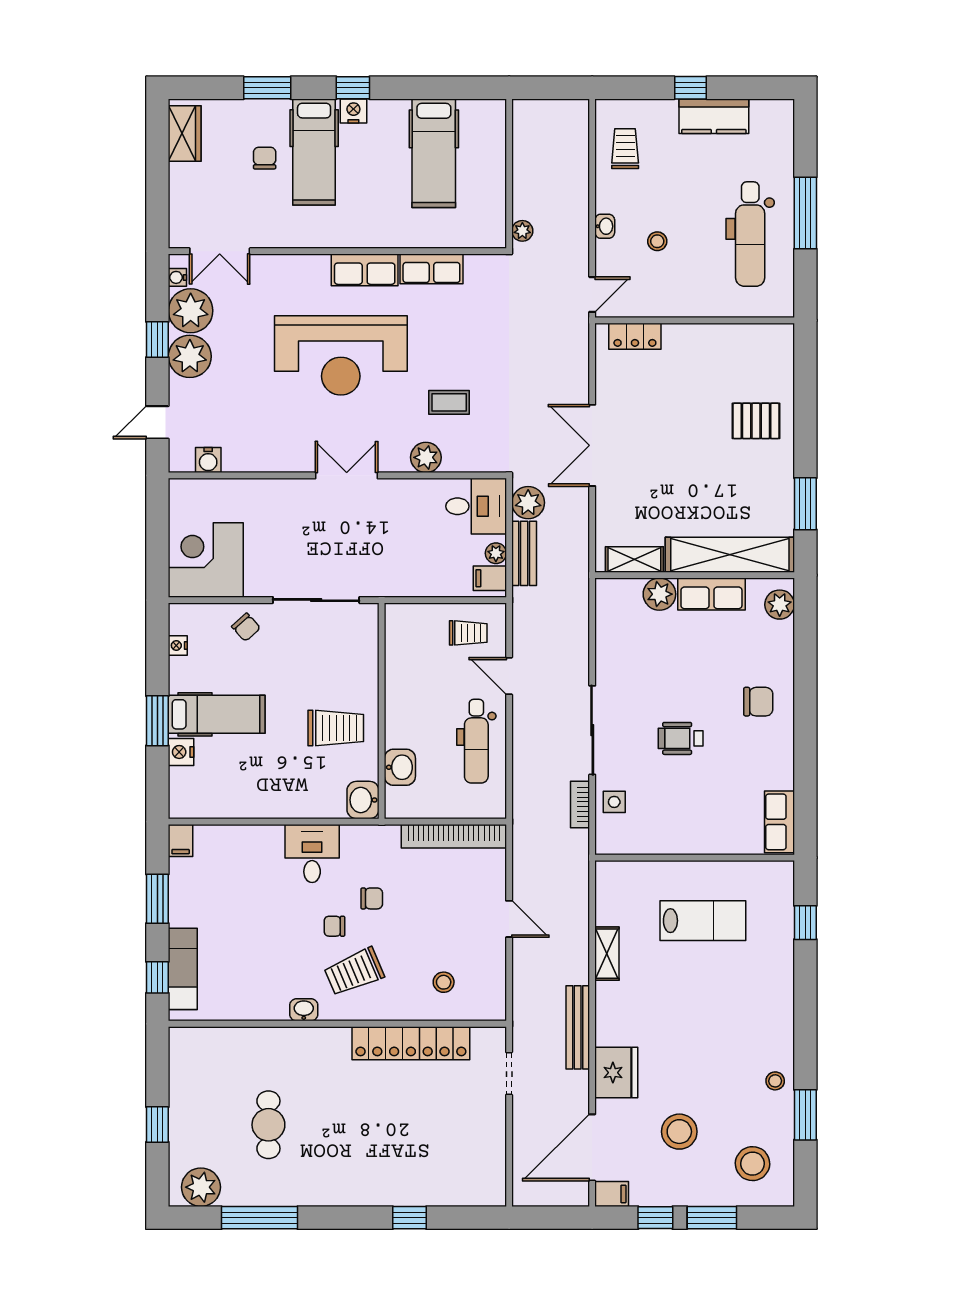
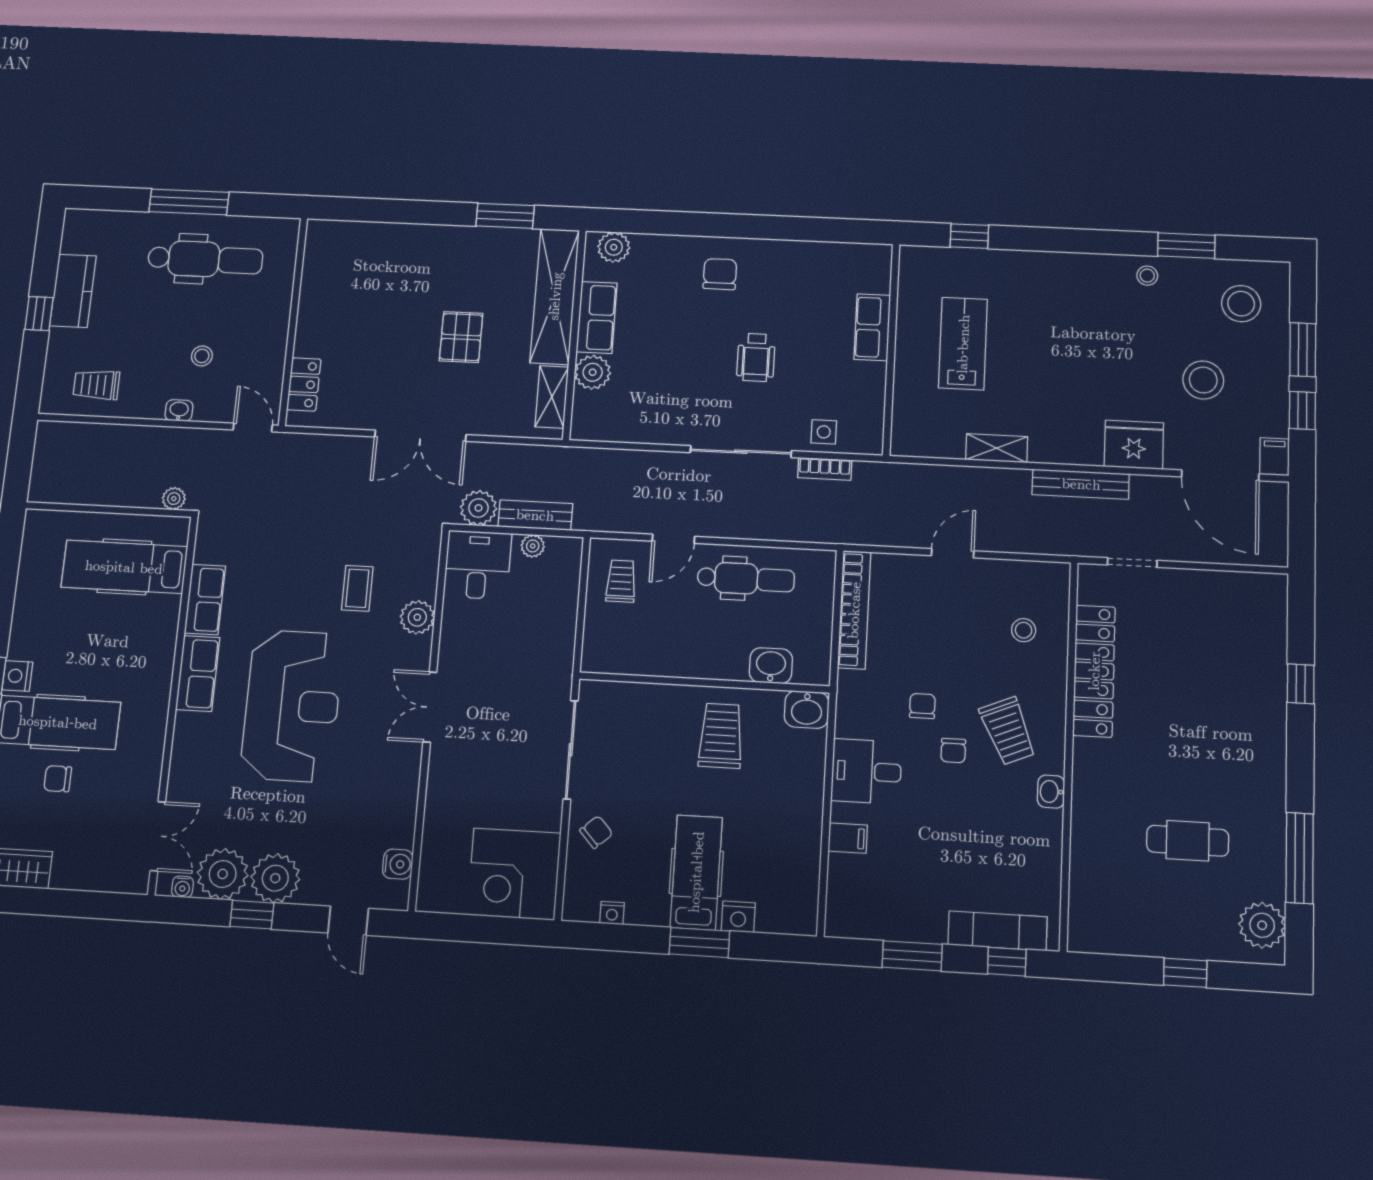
hospital bed: (434, 153) -> (124, 567), moved, turned 180
pallet: (756, 421) -> (461, 337), moved
filing cabinet: (490, 578) -> (561, 554), removed
row of seats: (779, 822) -> (872, 327), moved, turned 90
filing cabinet: (181, 840) -> (848, 838), moved

